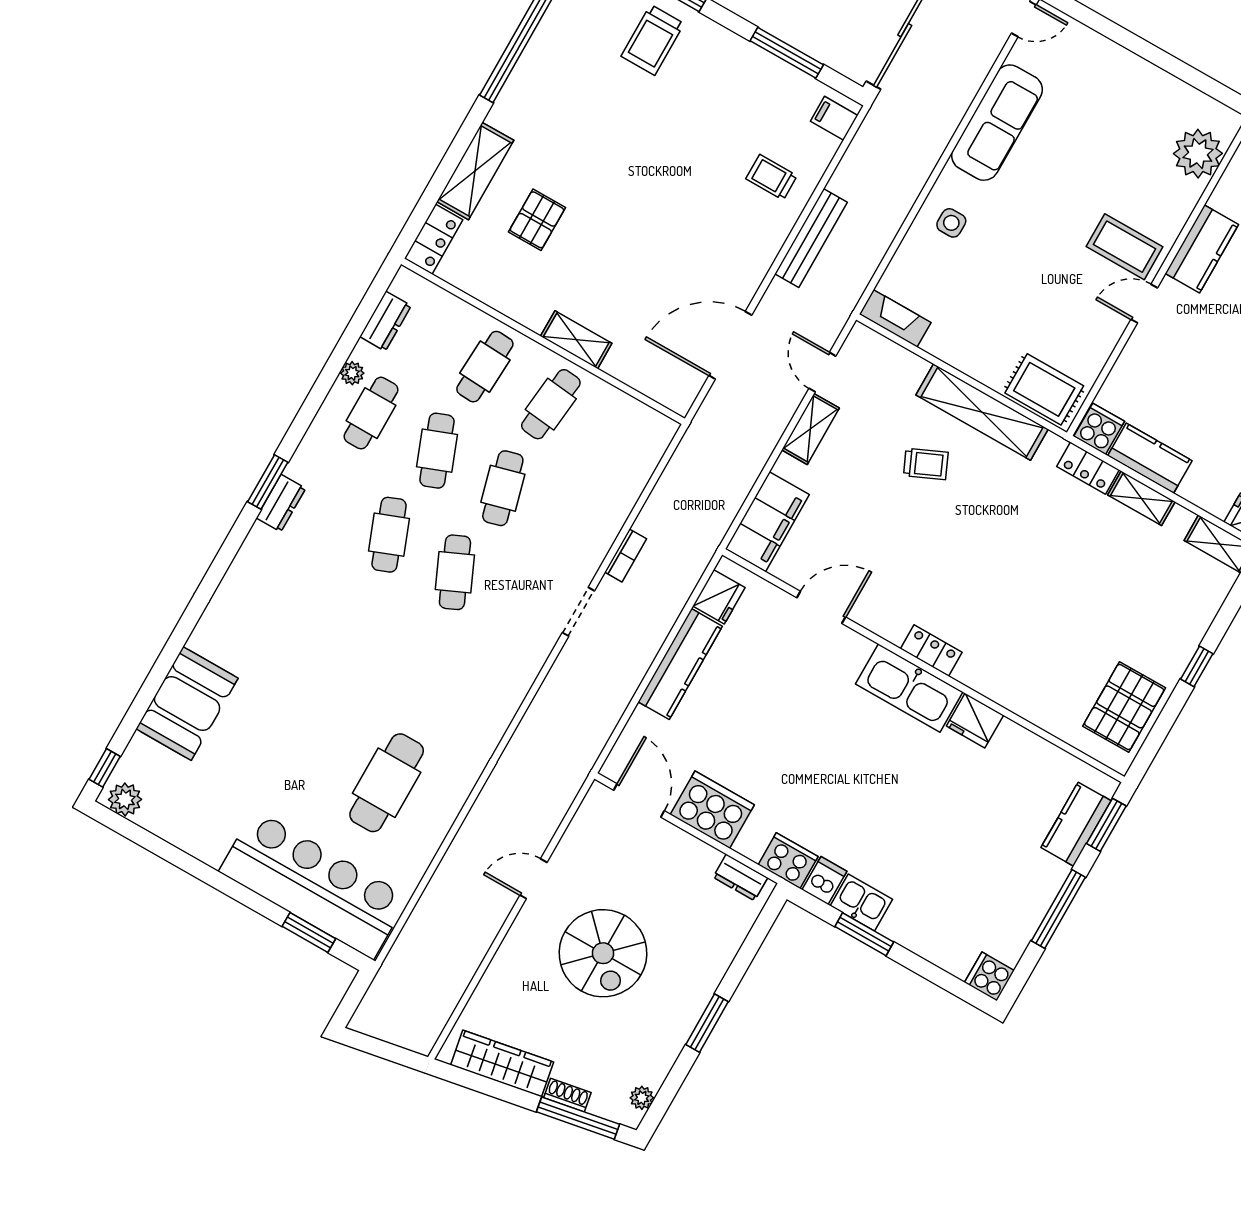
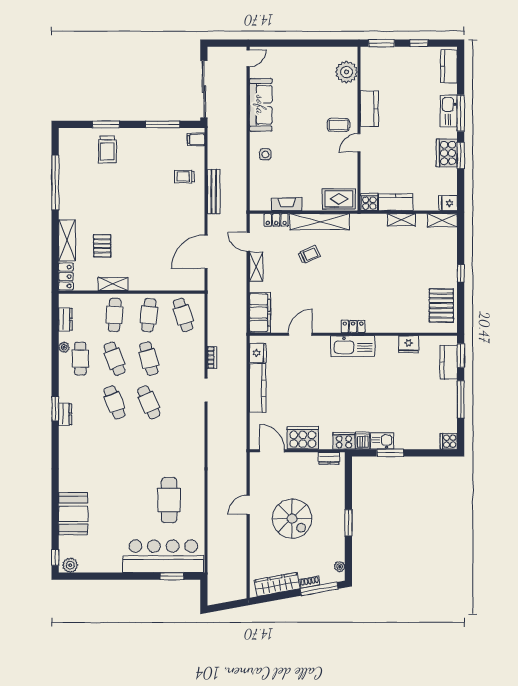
coffee table: (1124, 247) -> (339, 125), width x0.73, depth x0.77
fireplace: (895, 318) -> (287, 204), moved
shelving: (576, 340) -> (113, 284), moved
cafe table: (617, 442) -> (183, 315), added
locker: (1088, 468) -> (276, 220), moved
fridge: (975, 721) -> (408, 344), moved

